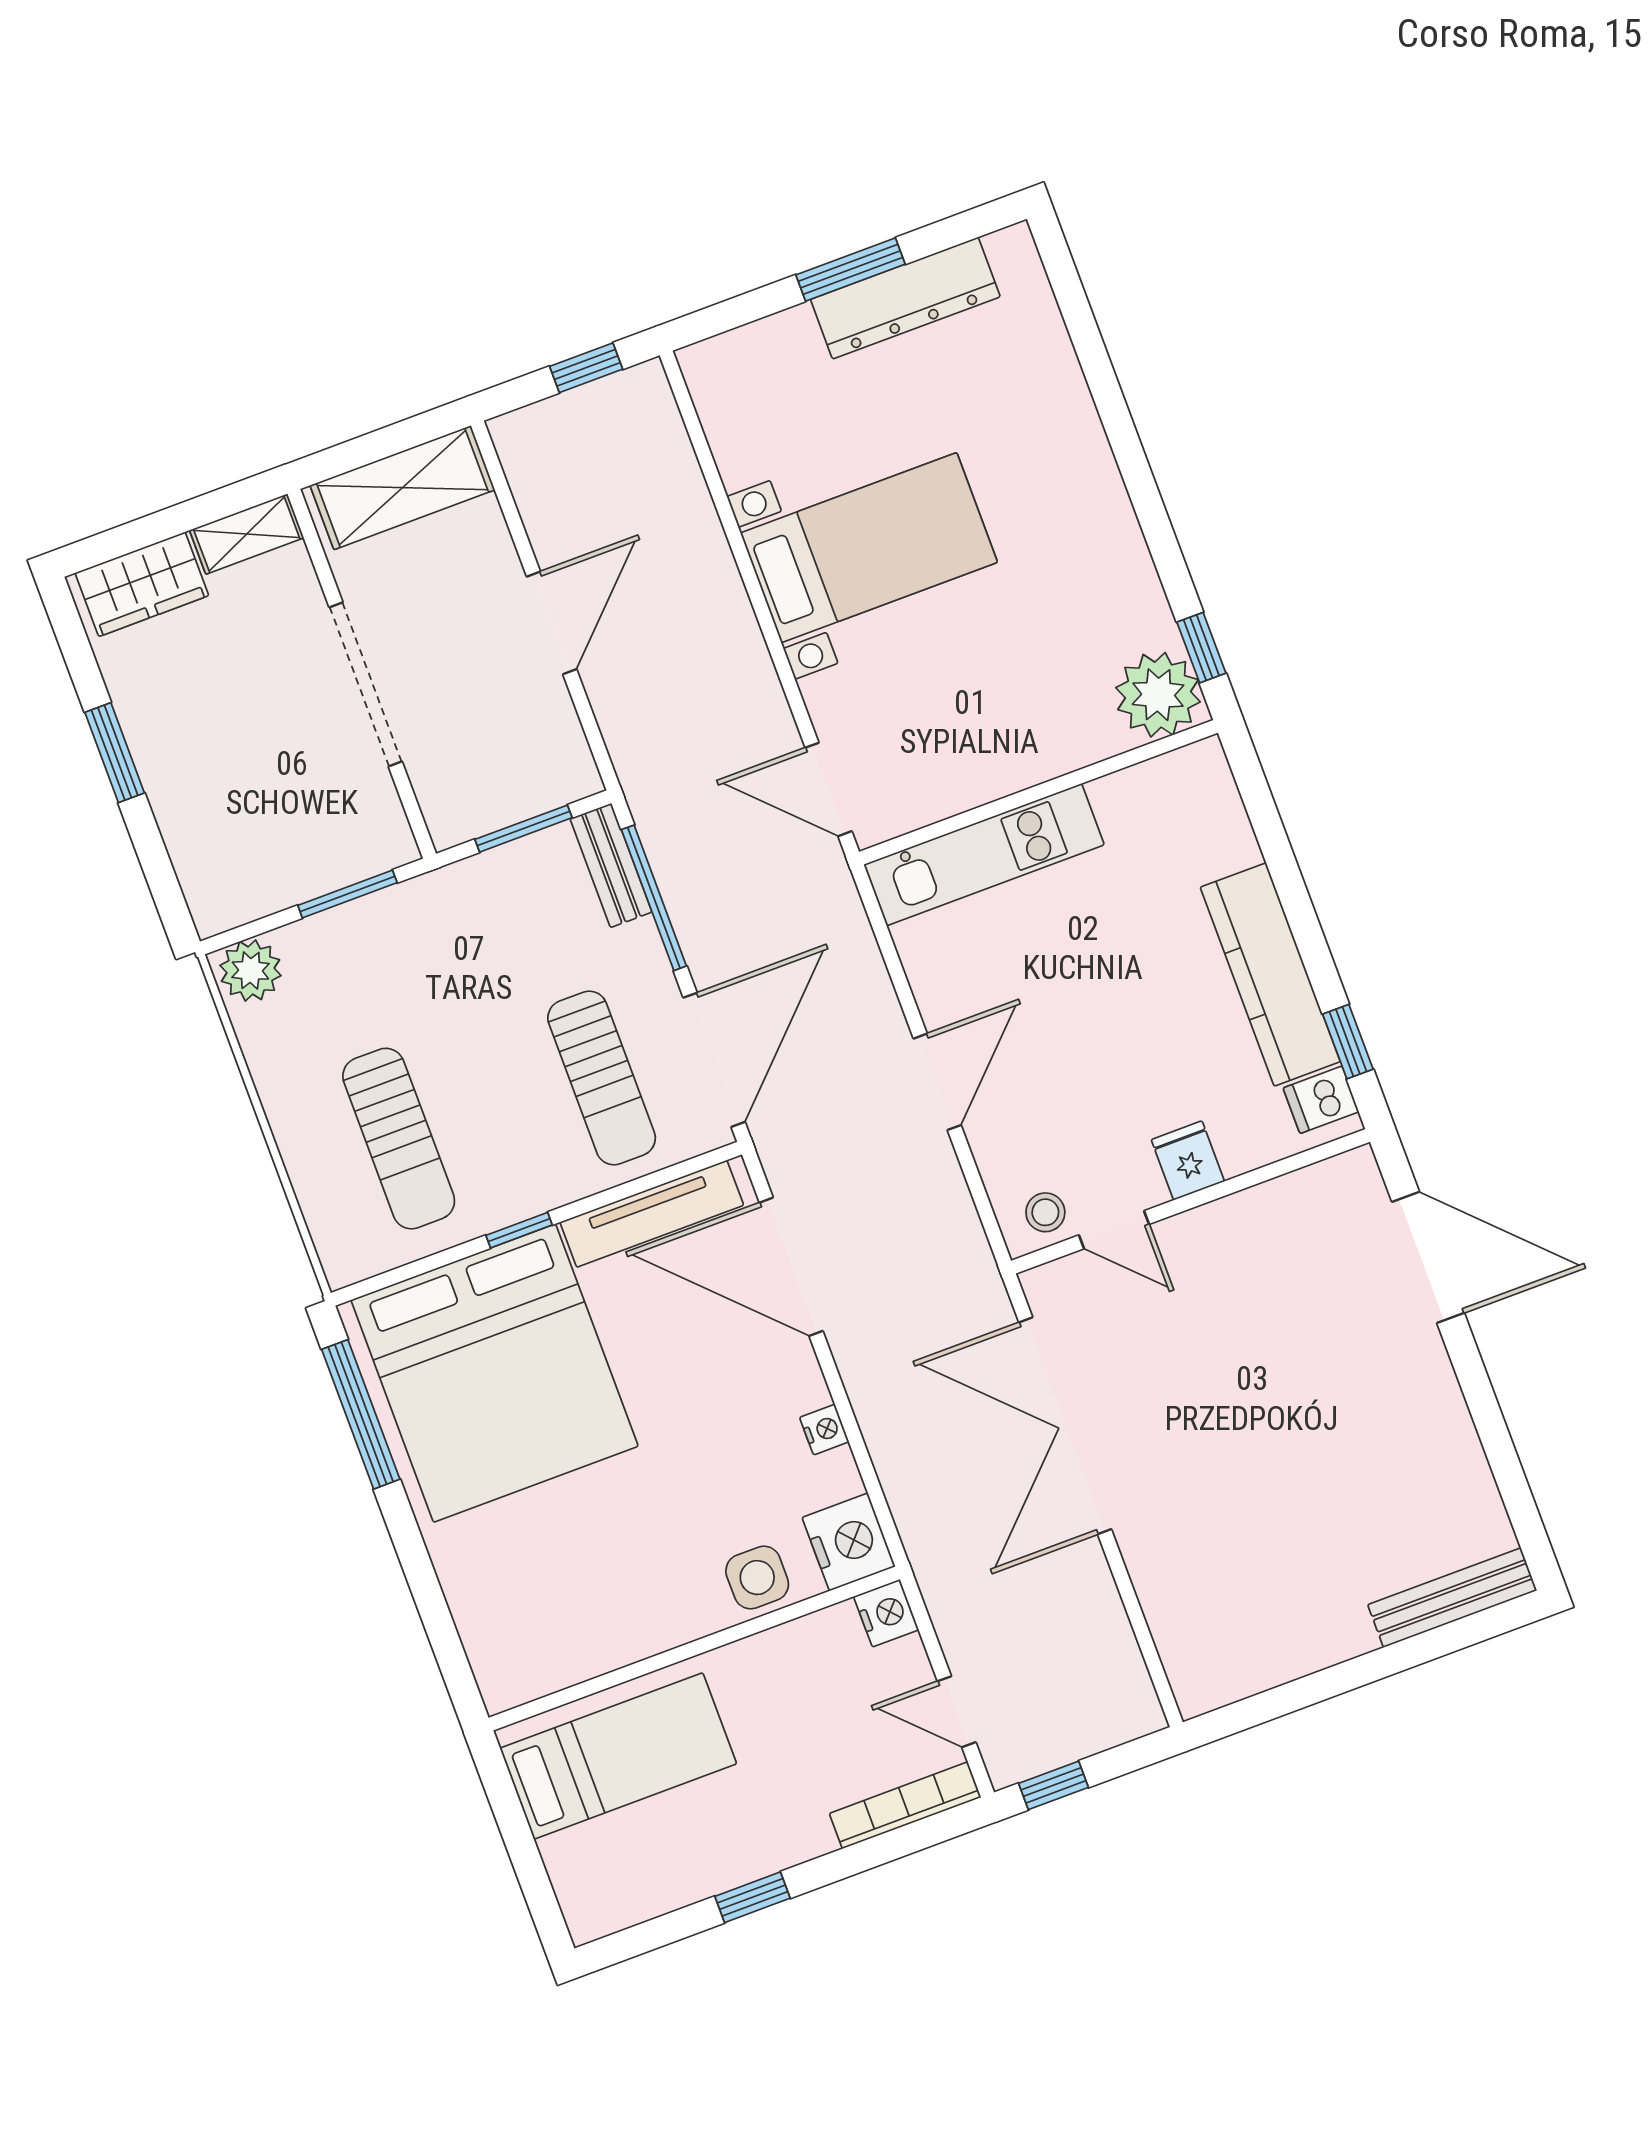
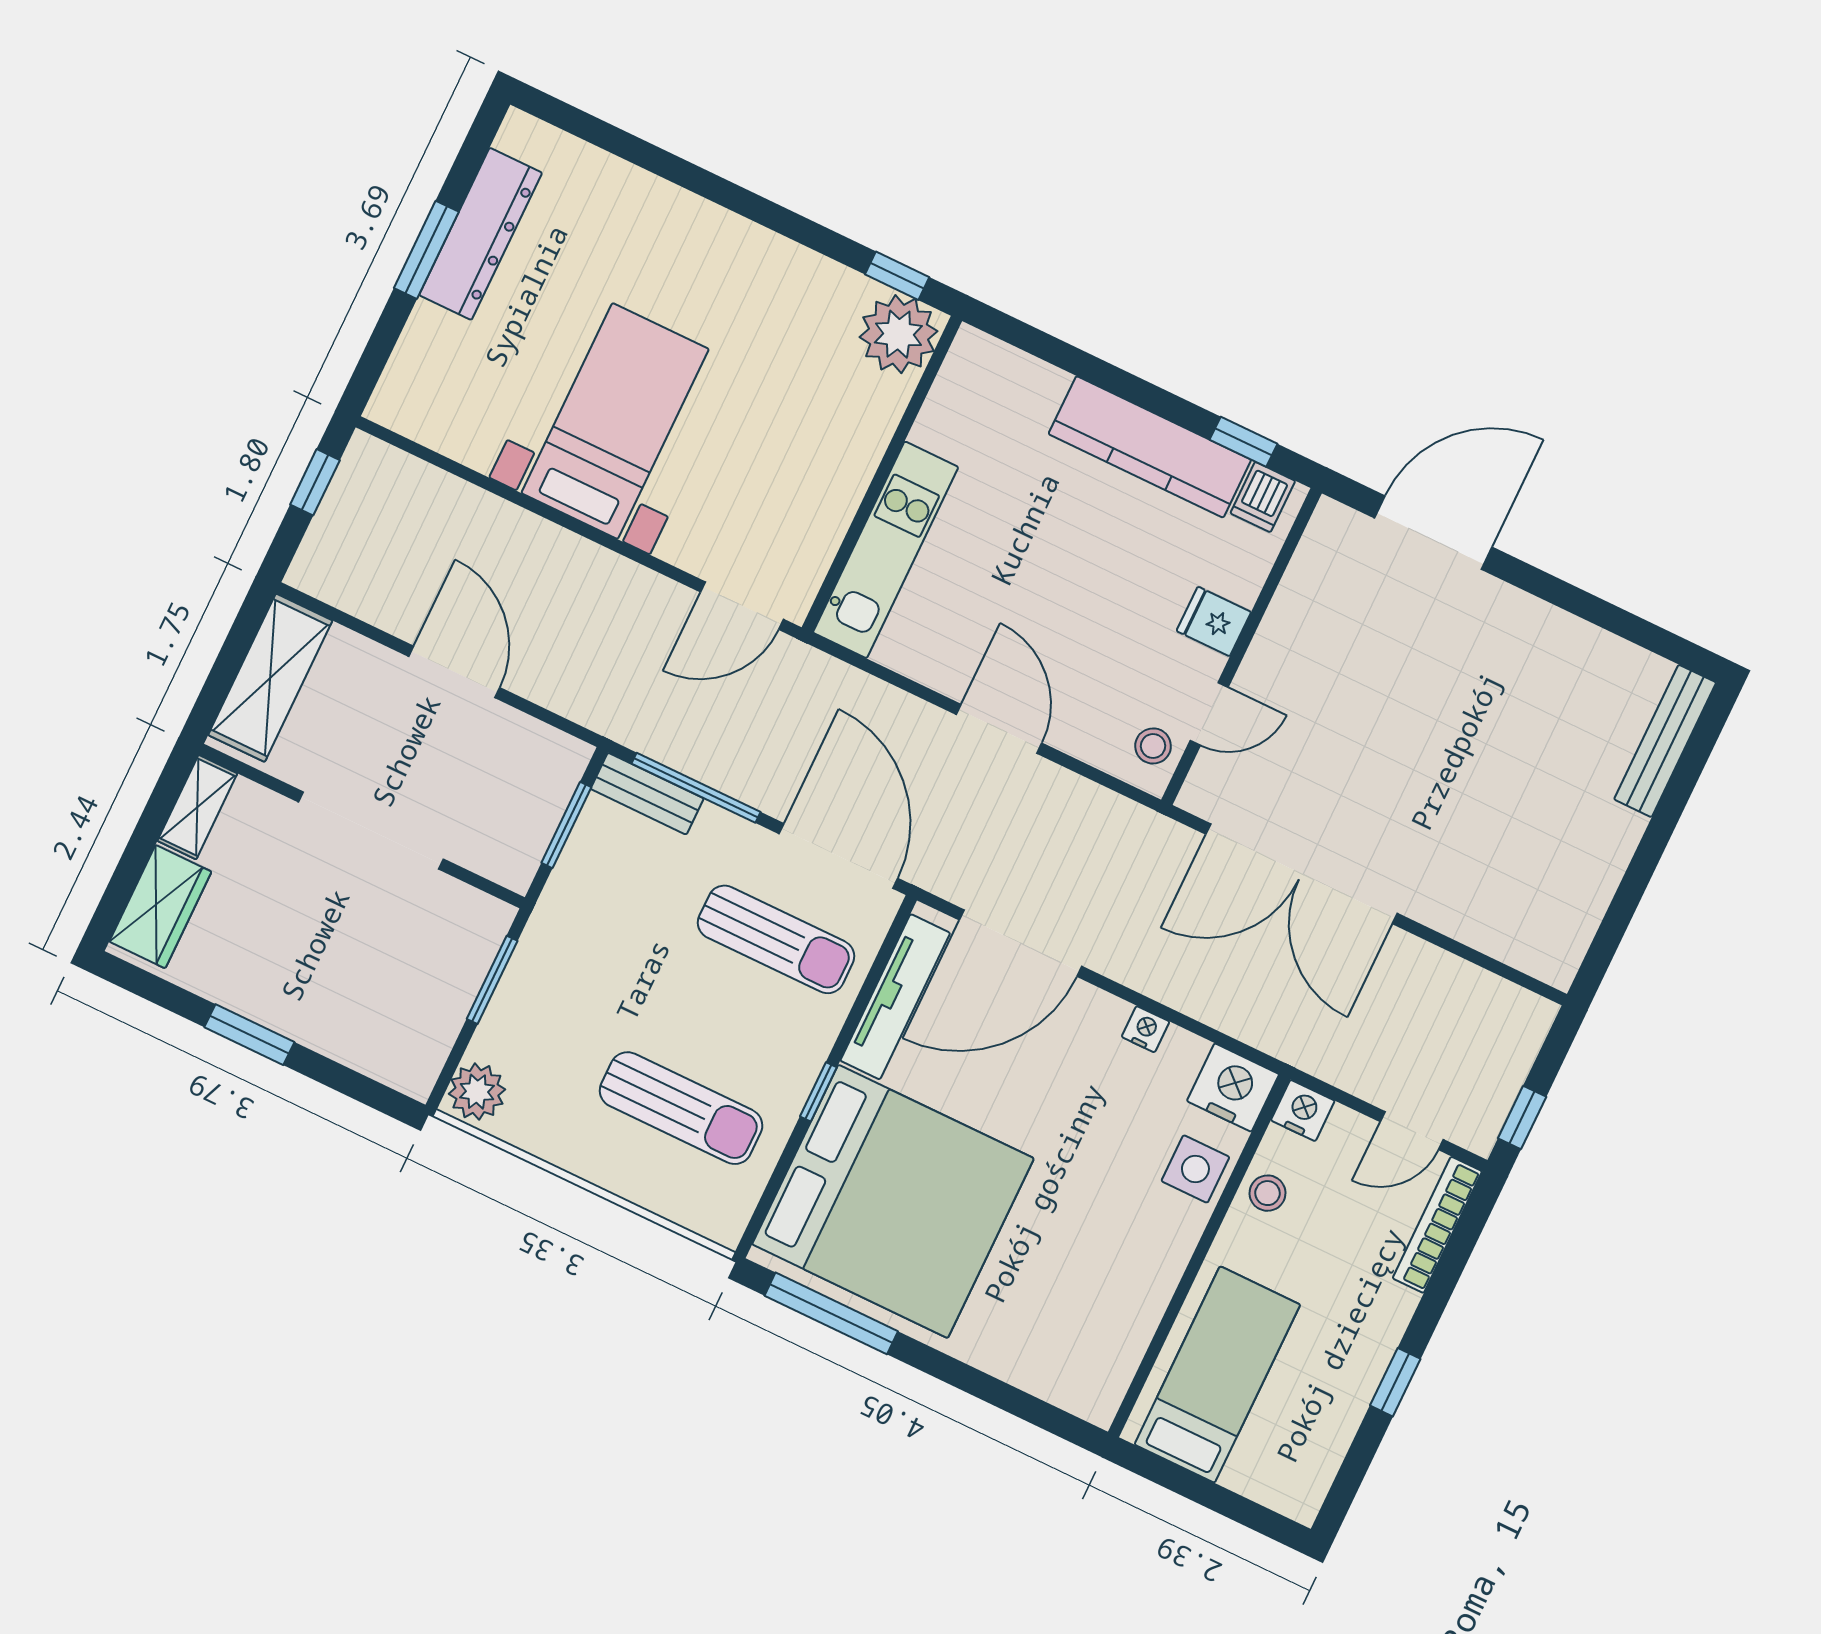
stool: (796, 1651) -> (1268, 1193), added

